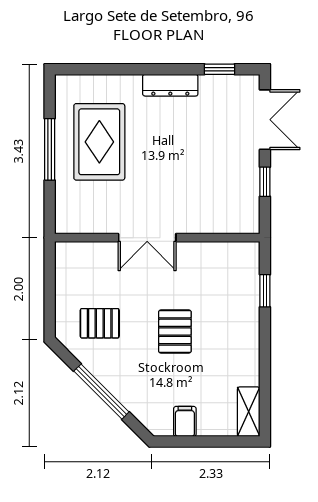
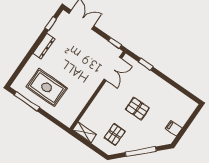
window: (50, 149) -> (27, 101), moved
window: (265, 182) -> (115, 43), moved
double door: (147, 238) -> (113, 69), moved
shelving: (249, 412) -> (85, 132), moved

